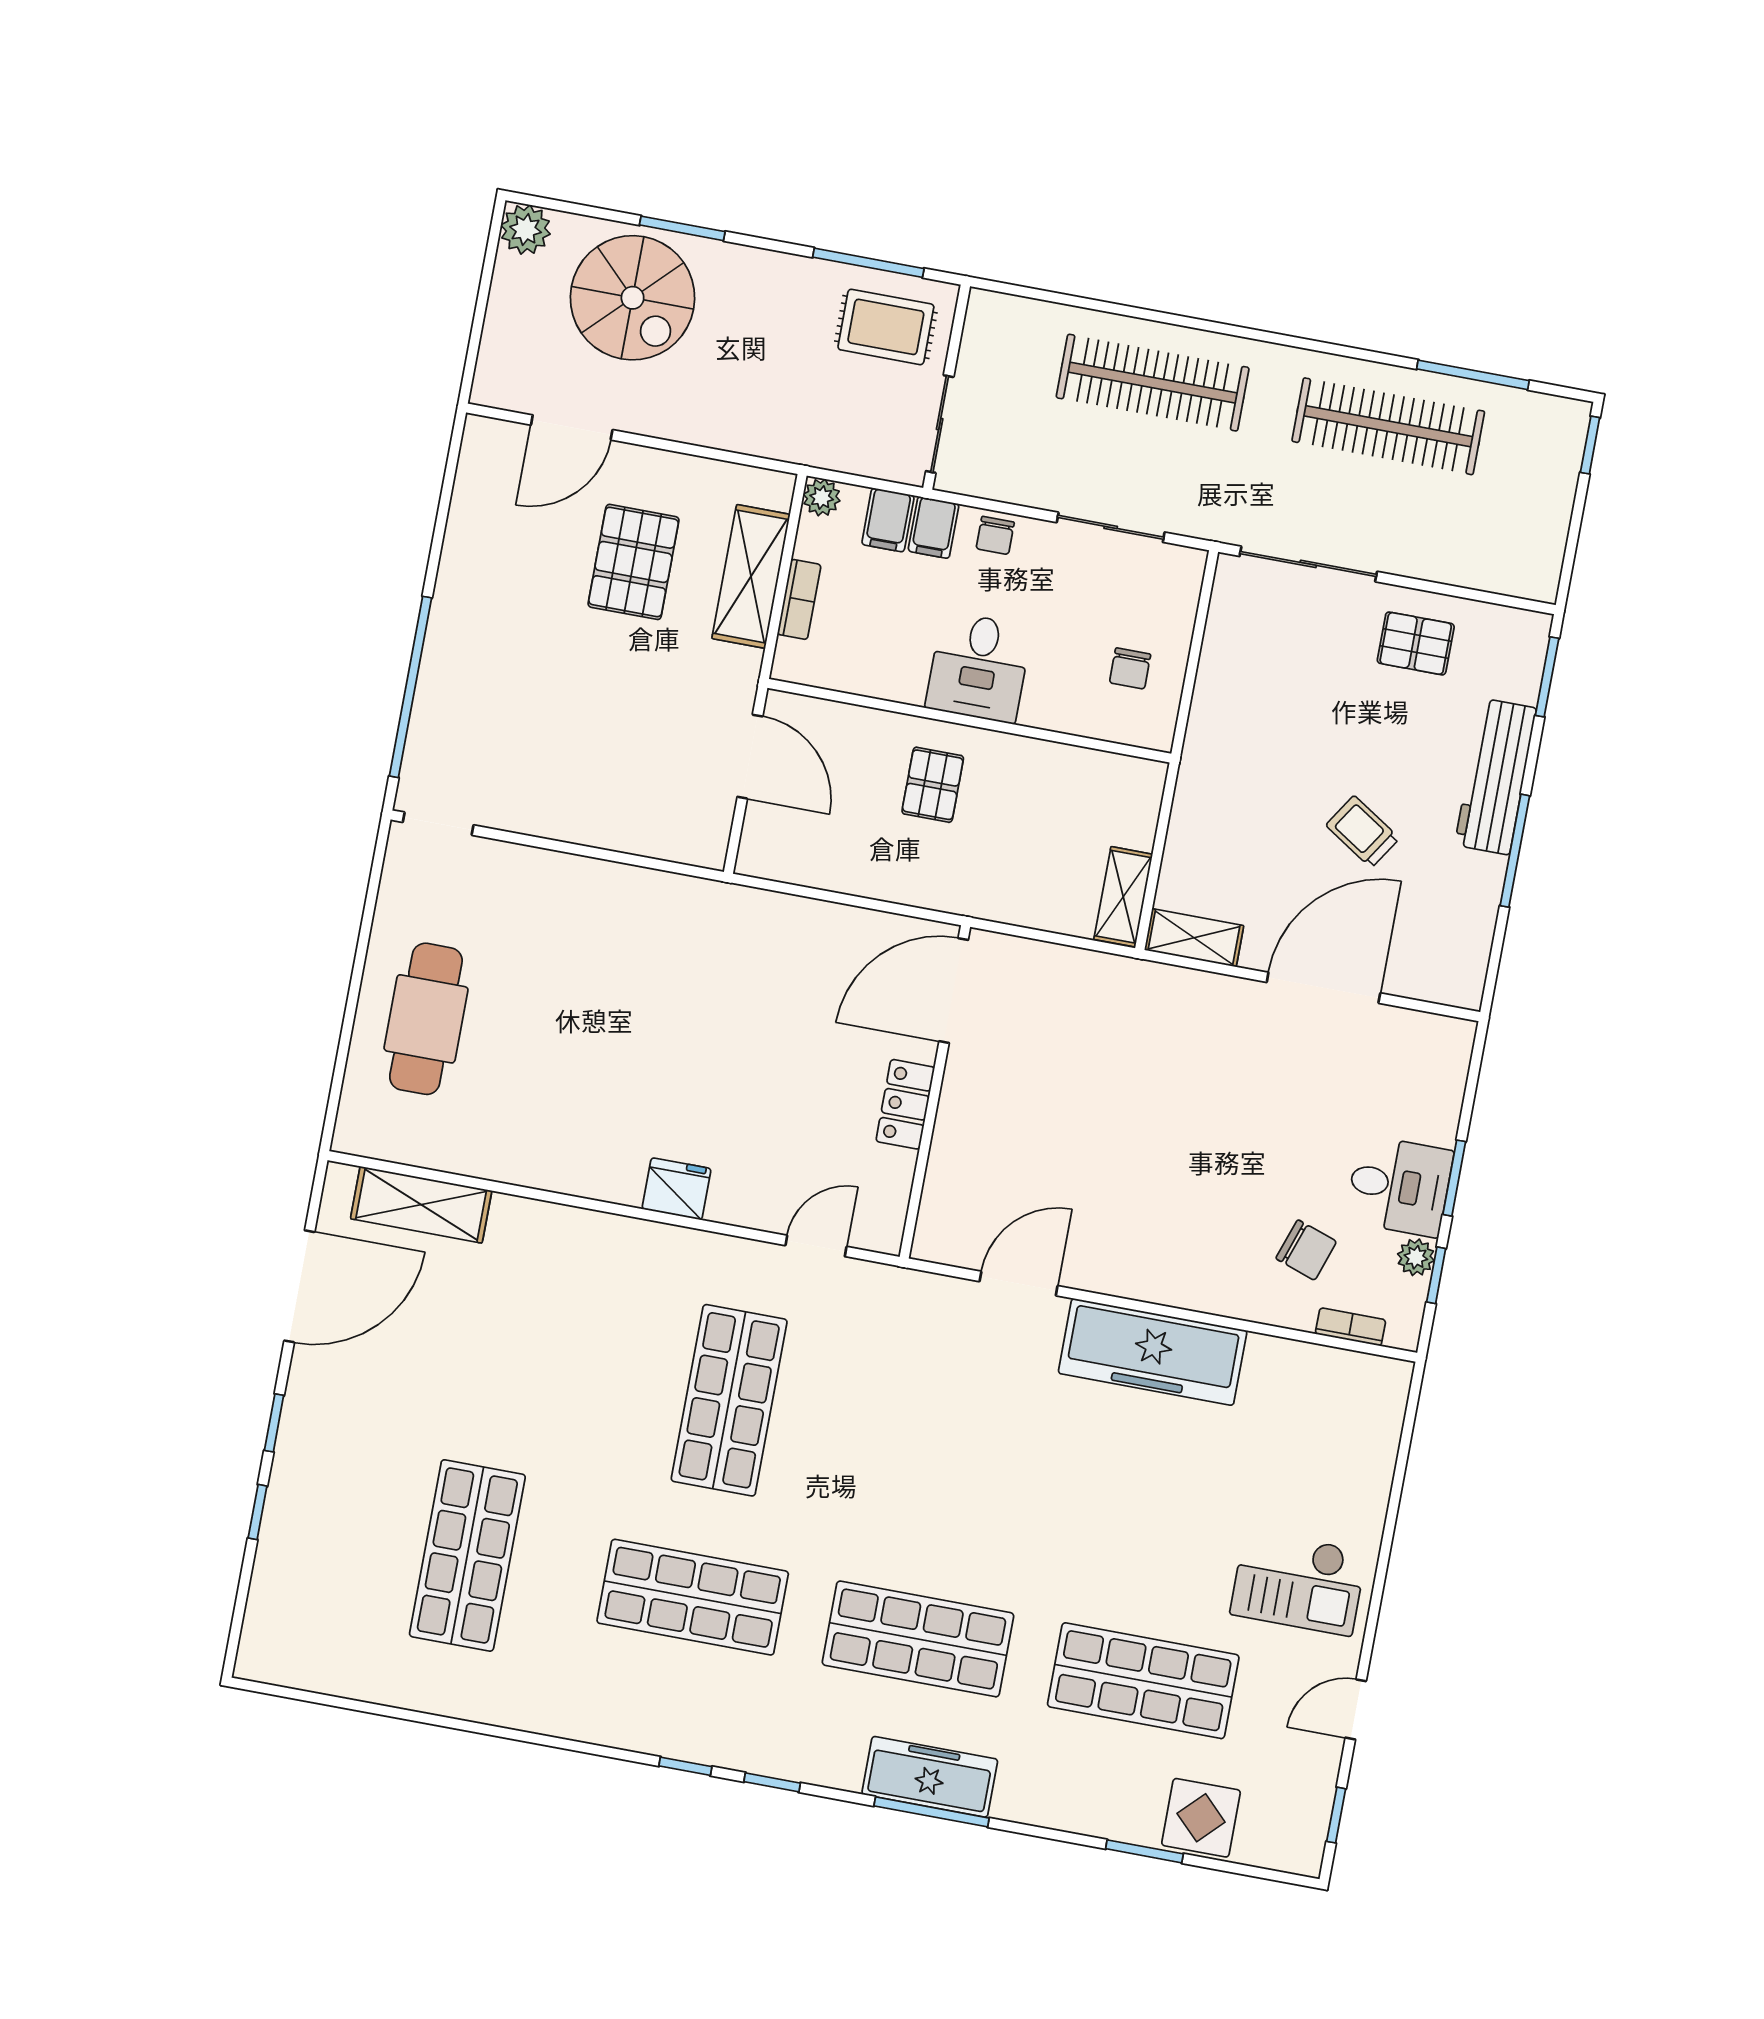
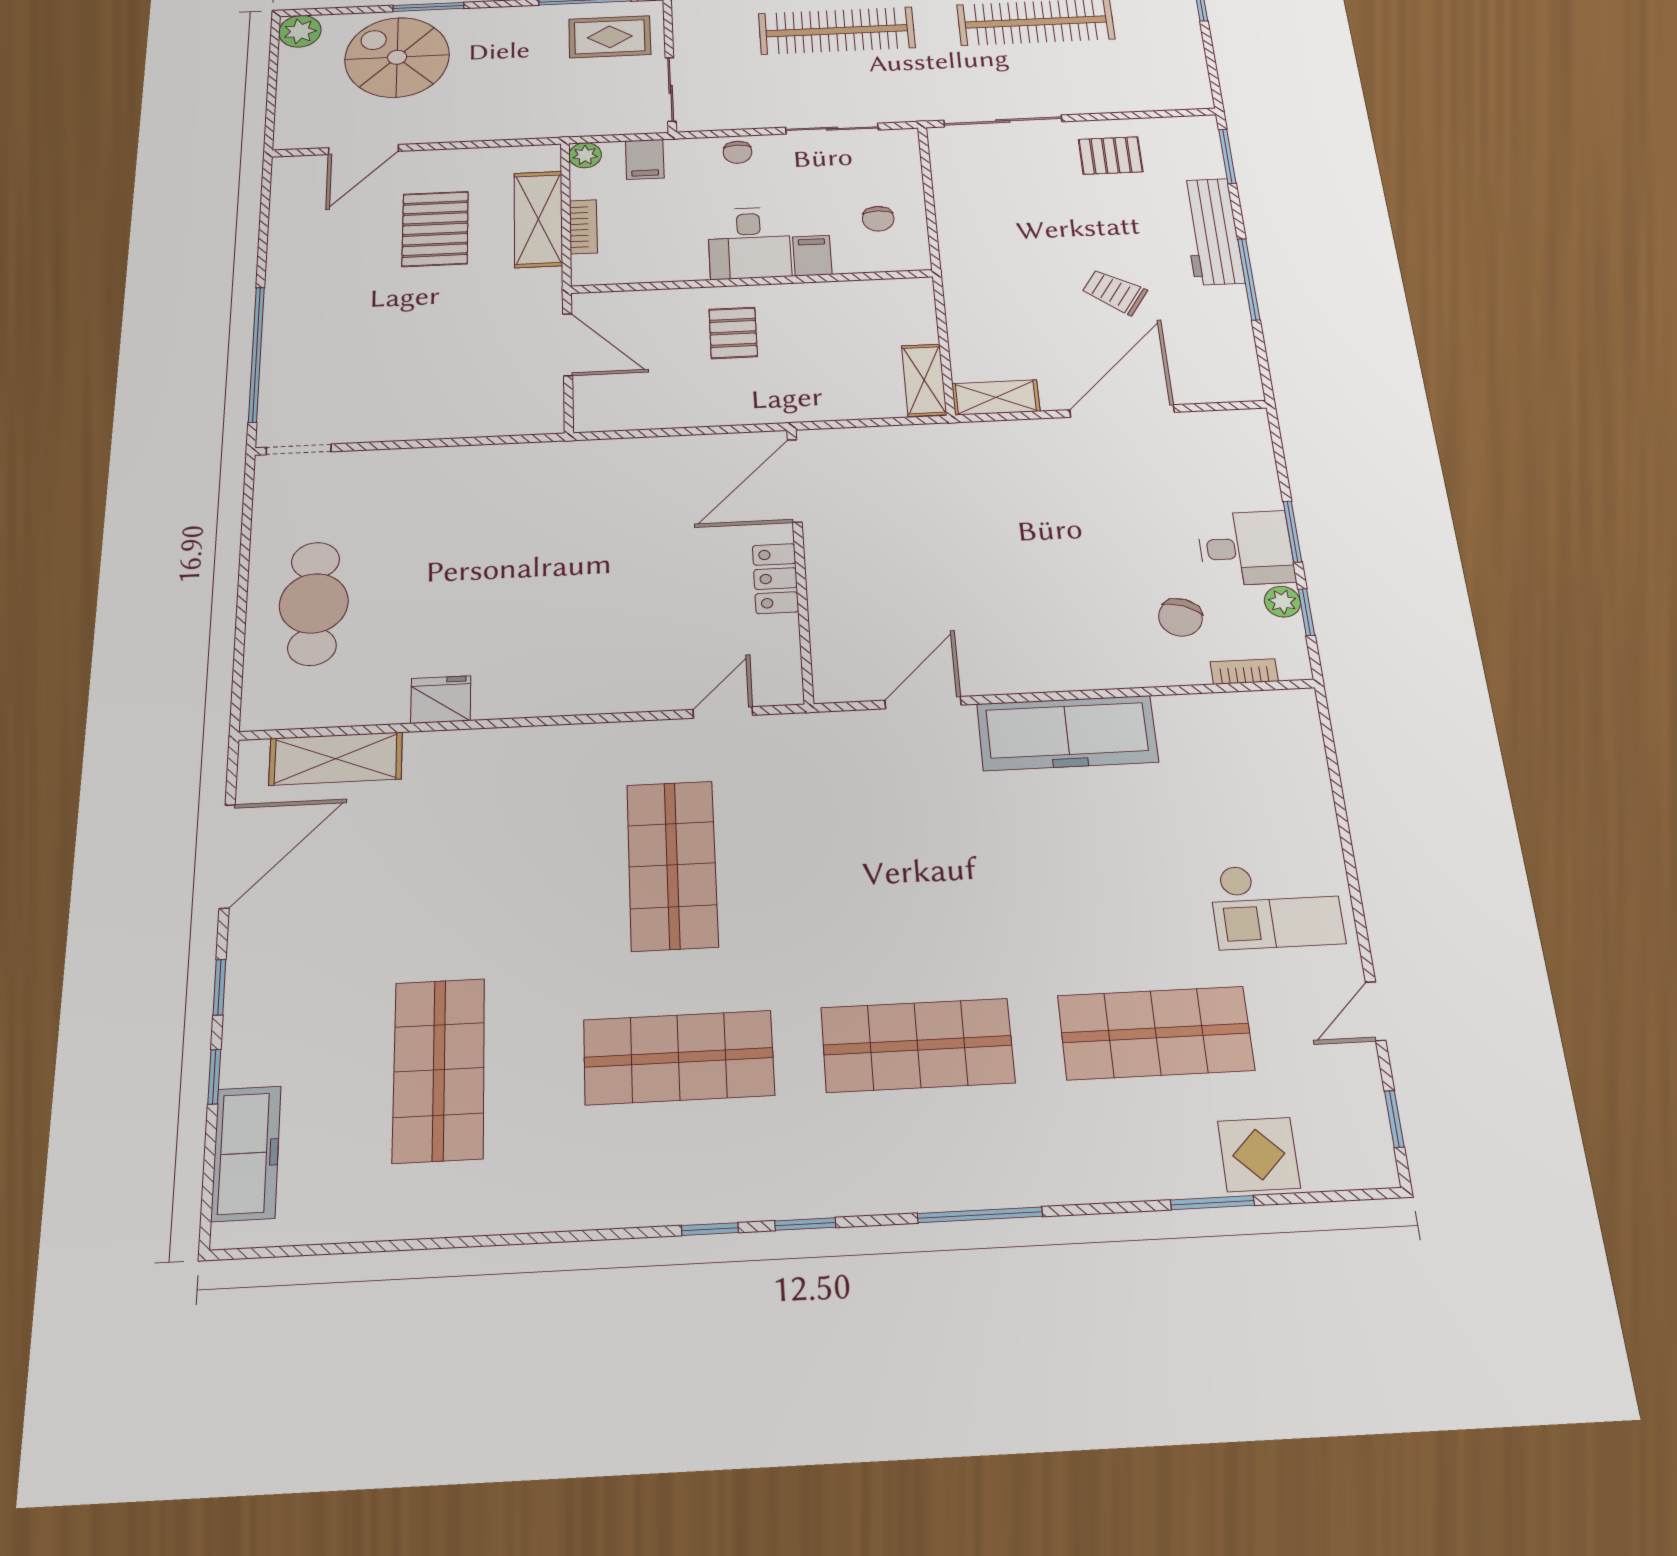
spiral stairs: (633, 298) -> (397, 57), turned 180
filing cabinet: (933, 527) -> (812, 256), moved, turned 180
fridge: (677, 1189) -> (441, 700), moved
chair: (1306, 1250) -> (1180, 617), turned 91
freezer: (930, 1777) -> (246, 1153), moved, turned 90

